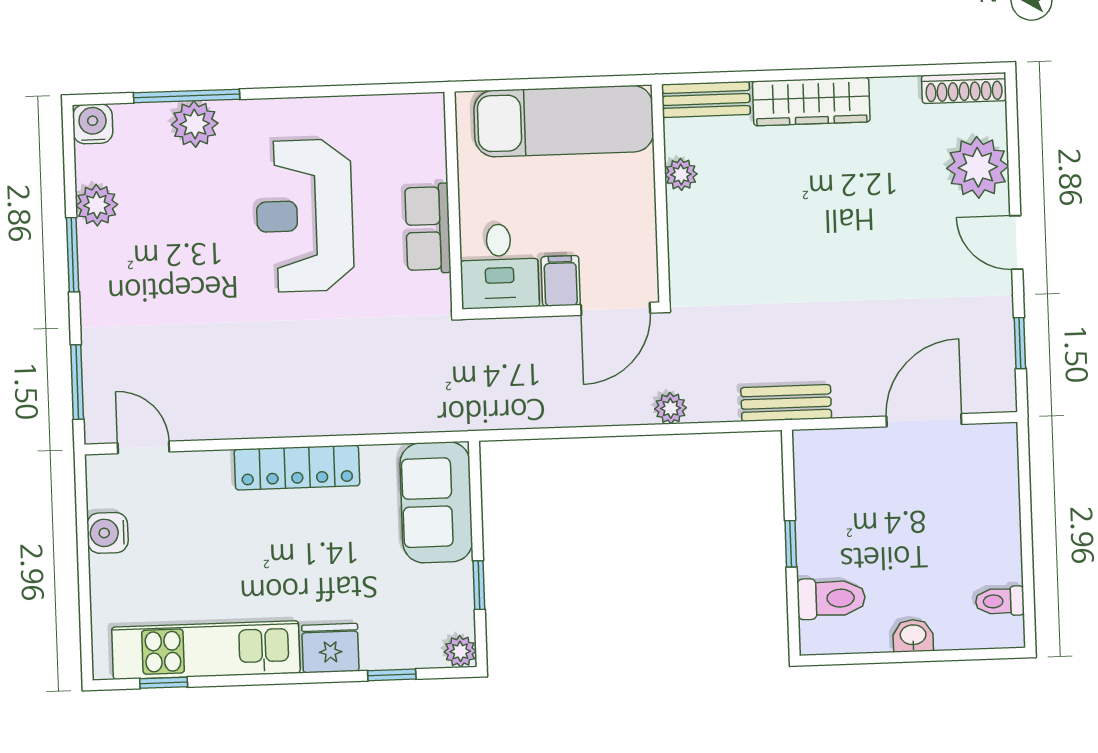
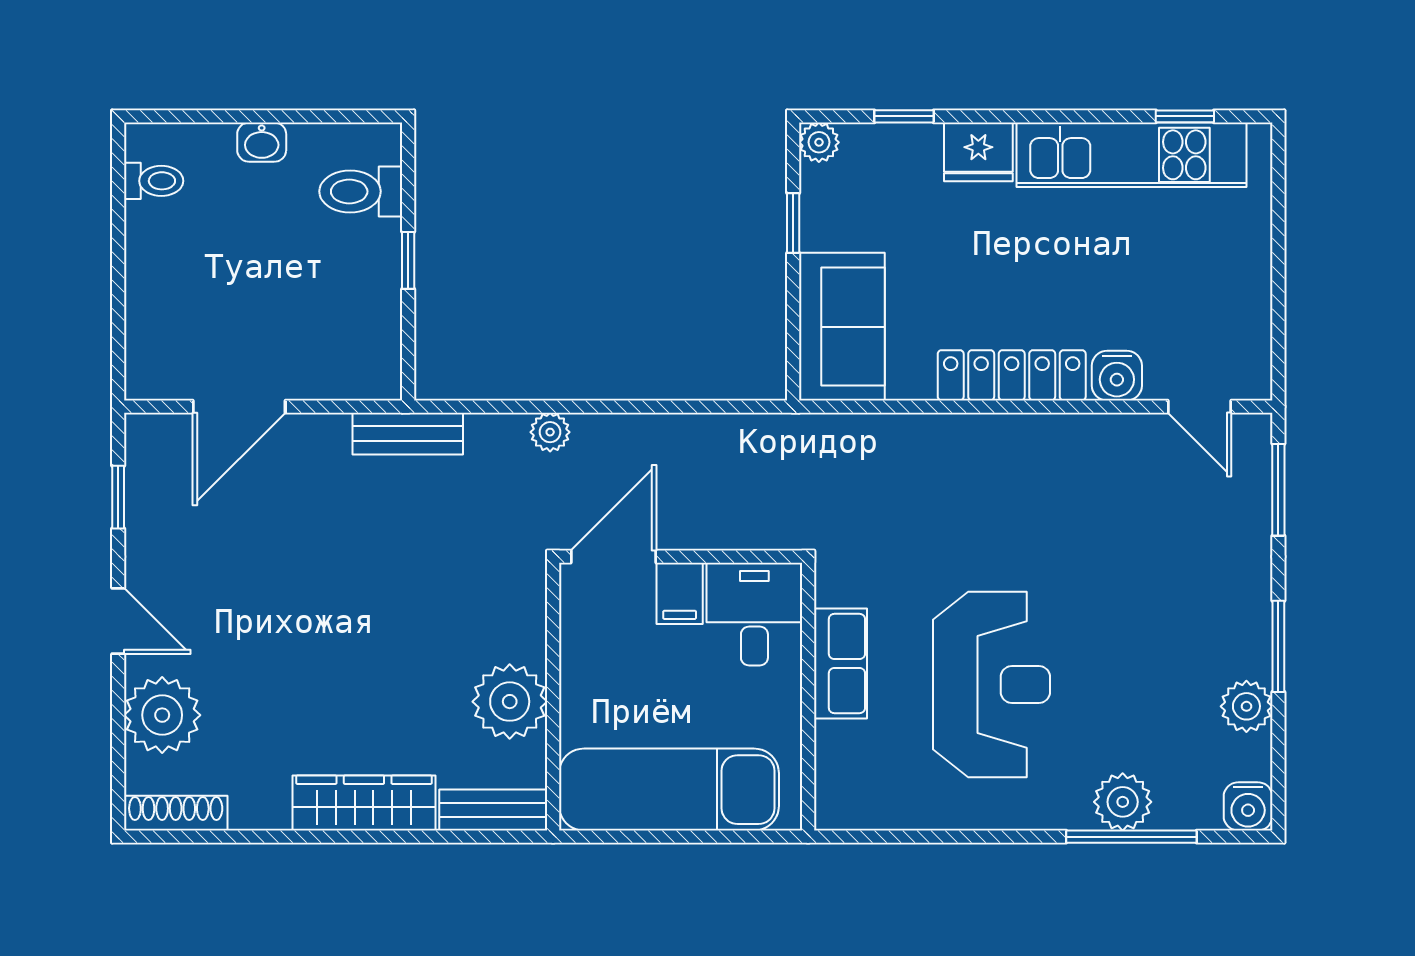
plant: (681, 174) -> (510, 702), width x1.88, depth x1.88
water cooler: (107, 533) -> (1117, 376), moved, turned 90

